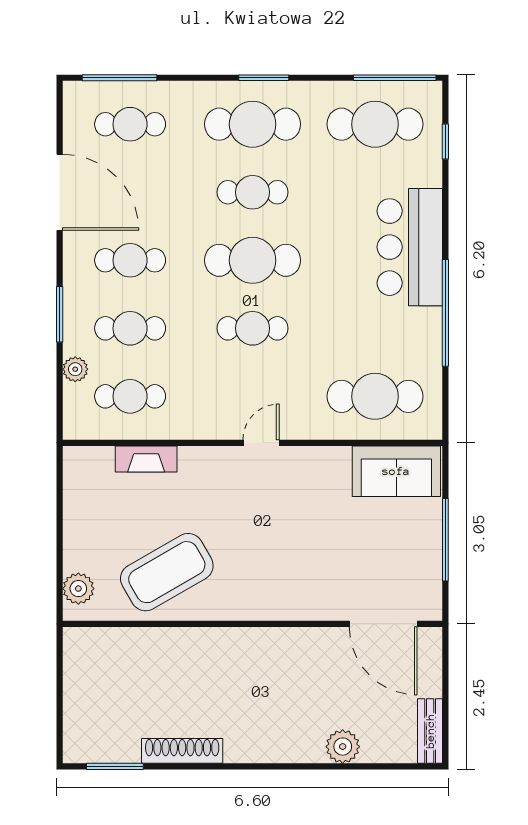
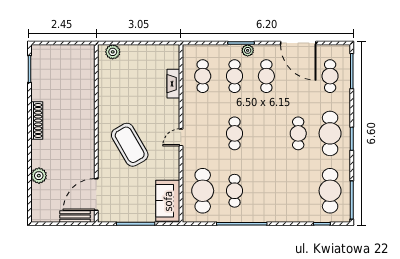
door: (60, 192) -> (298, 43), hinge flipped
bar counter: (410, 247) -> (273, 207), removed
cafe table: (253, 260) -> (235, 191), moved, width x0.73, depth x0.74
plant: (75, 369) -> (248, 50), moved
door: (261, 443) -> (181, 137), swing flipped
coffee table: (167, 572) -> (130, 145), moved
bench: (430, 731) -> (75, 217), moved
shoe rack: (182, 751) -> (37, 121), moved

